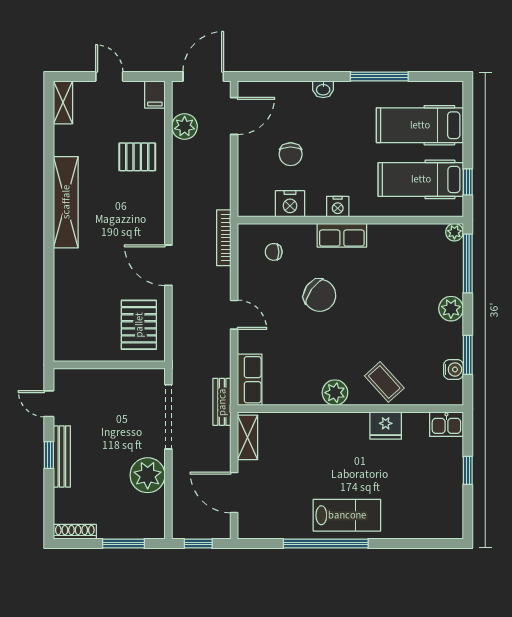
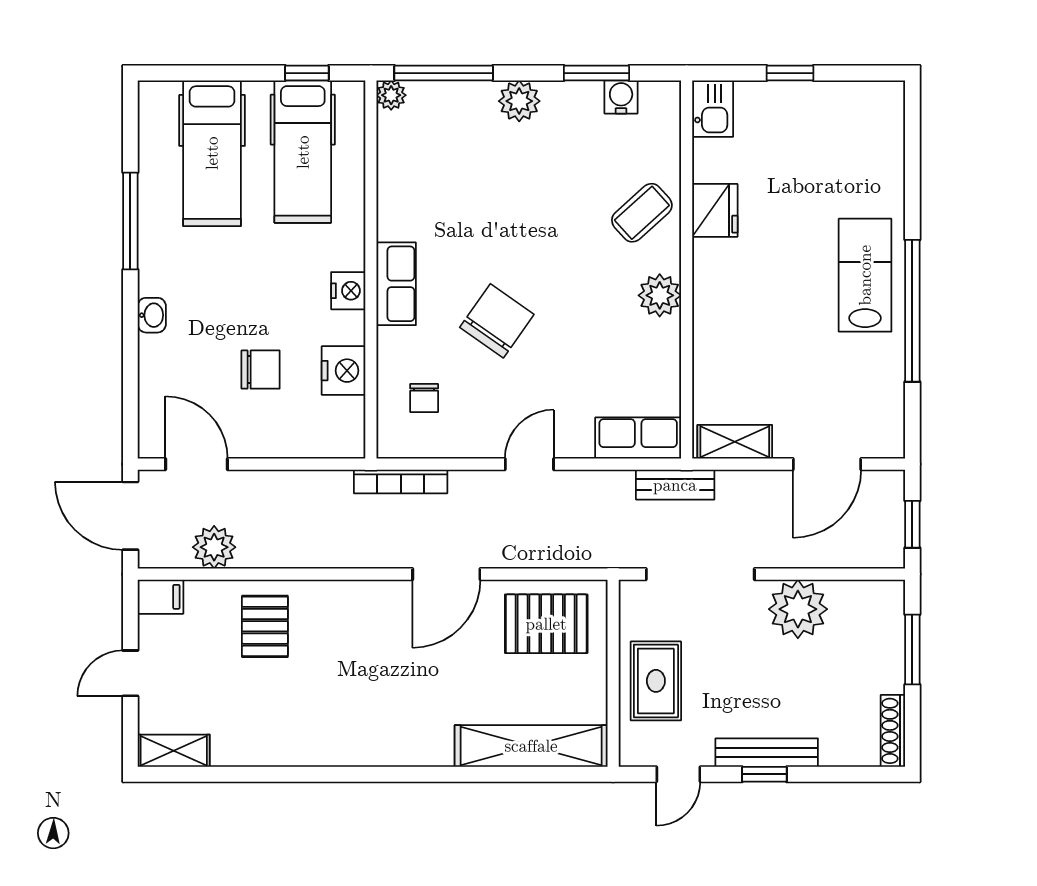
shelving: (66, 202) -> (531, 746), moved
rug: (105, 390) -> (656, 681), added

